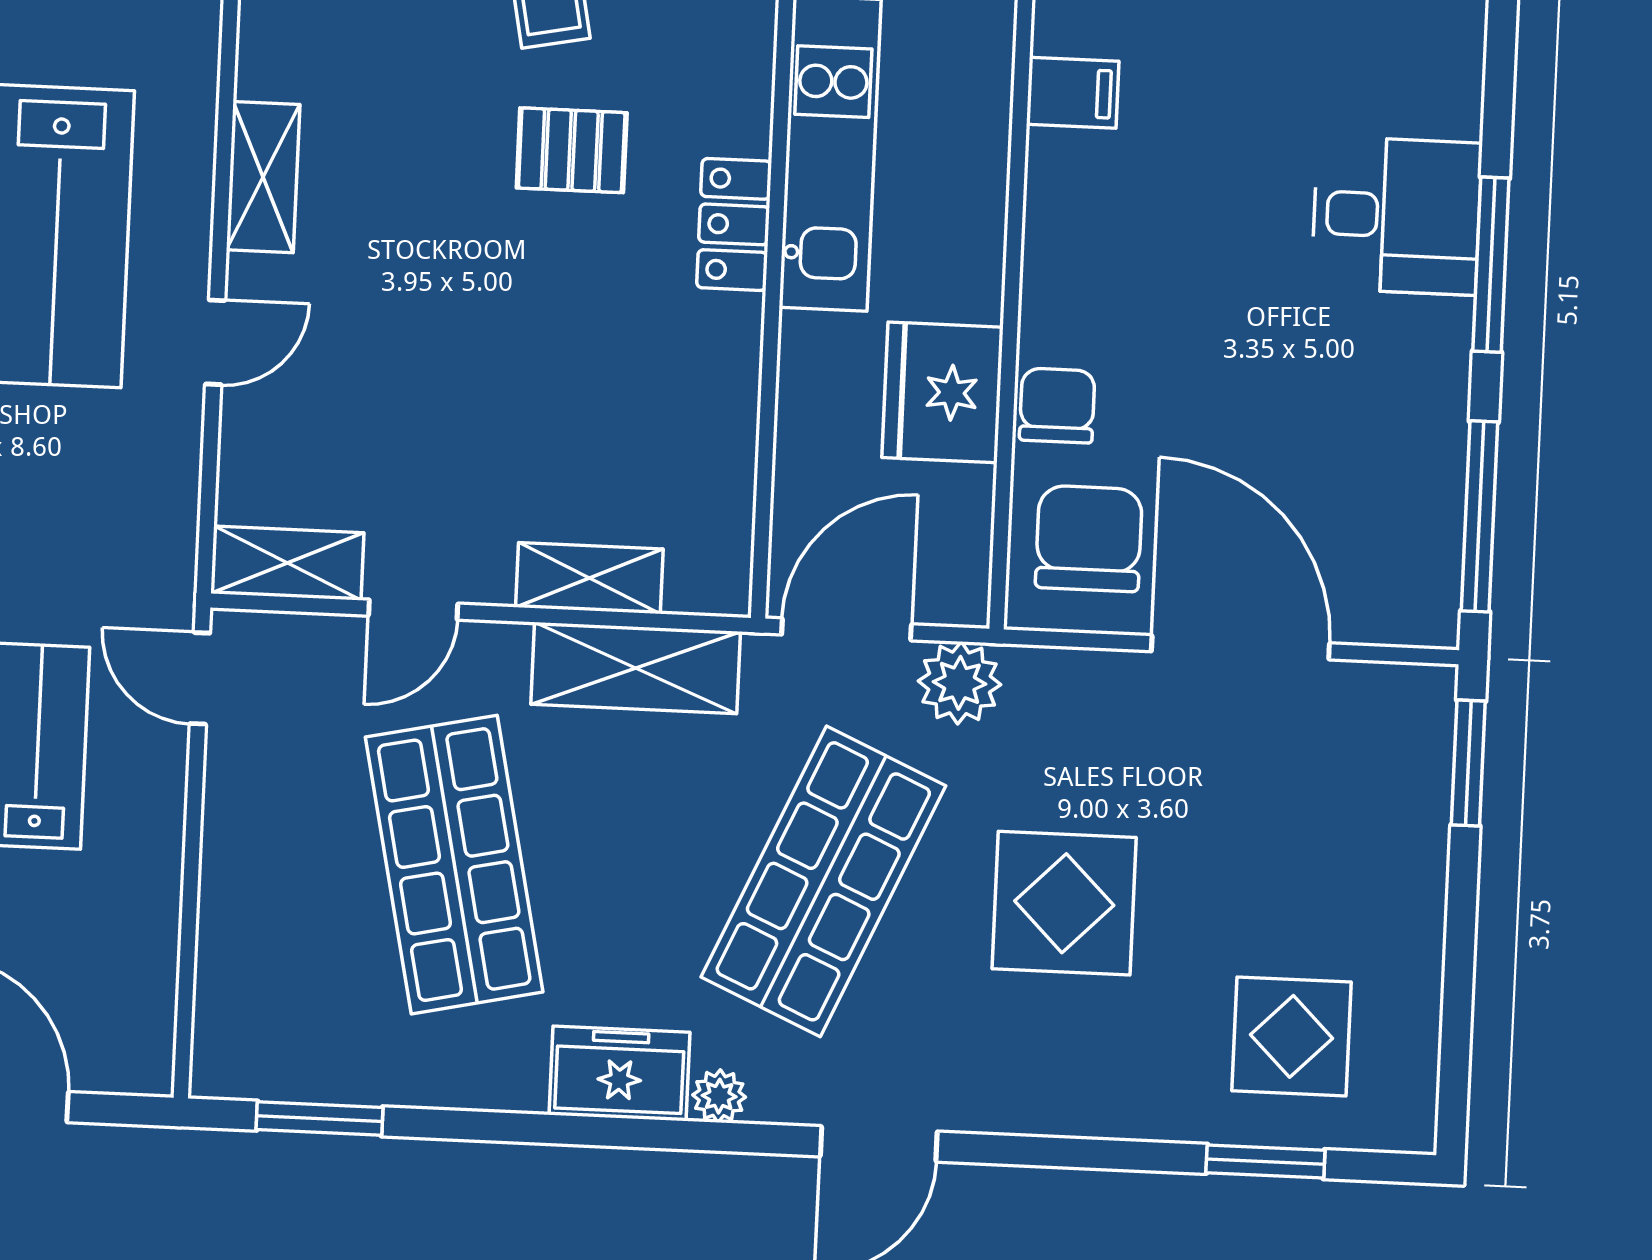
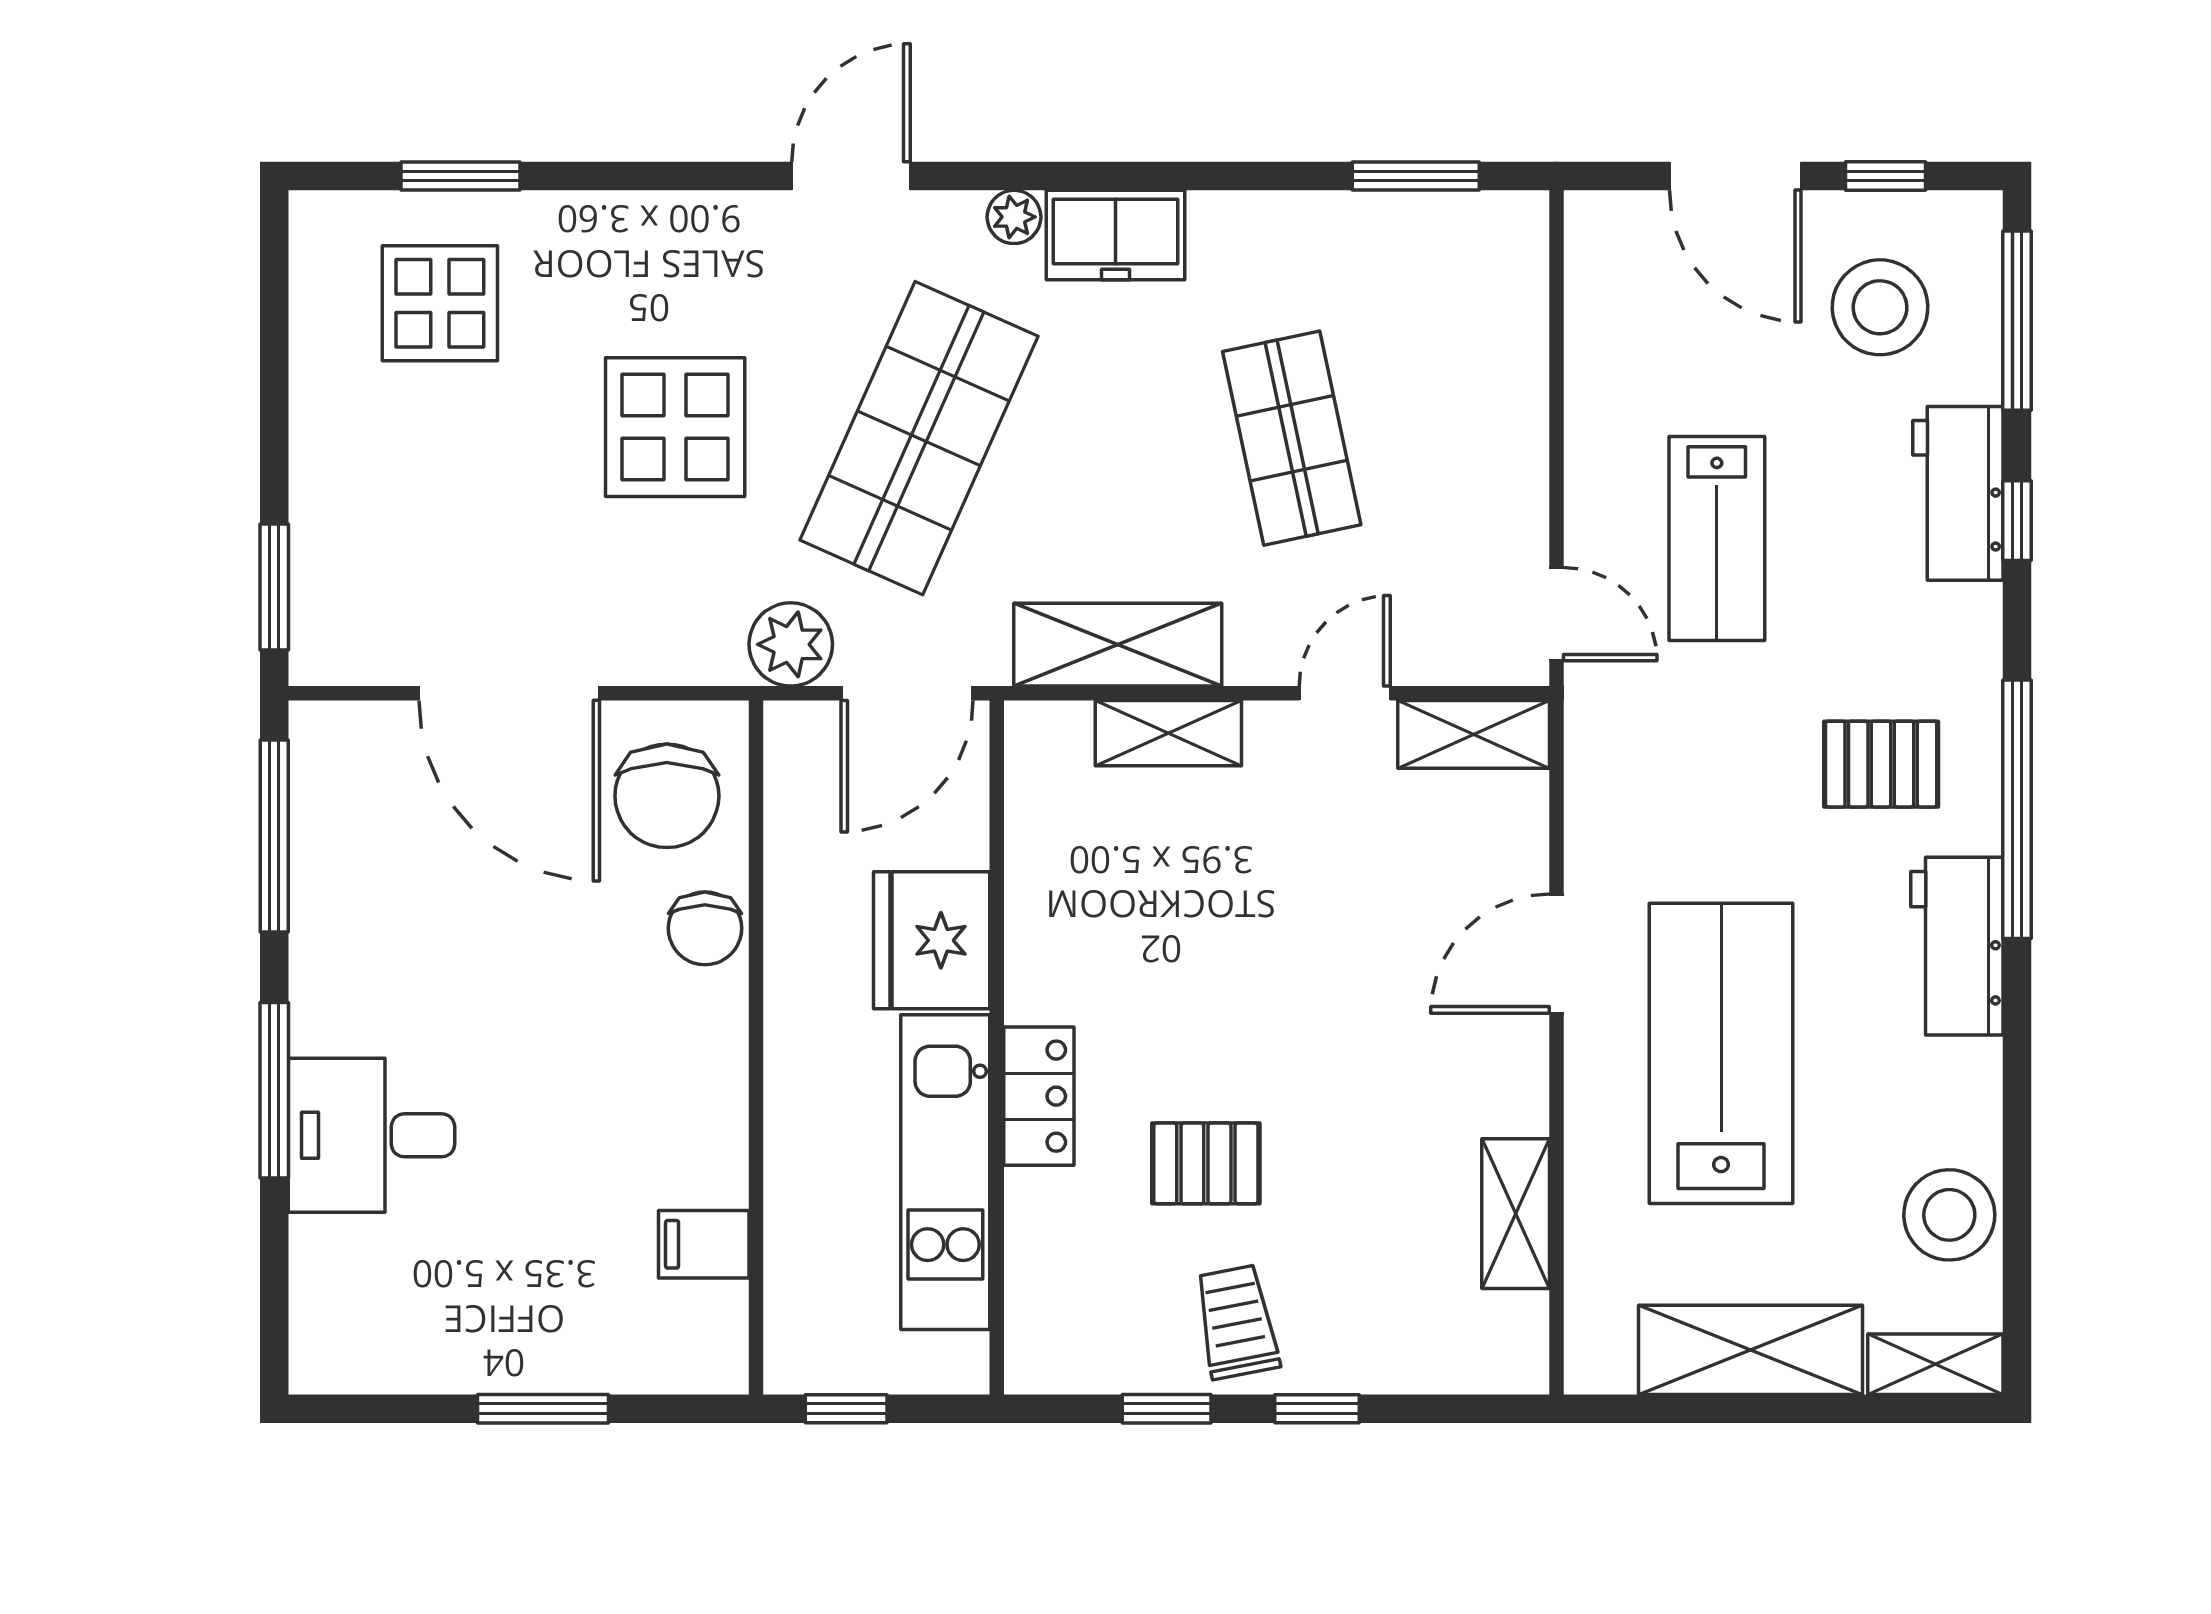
shelving: (263, 177) -> (1516, 1214), moved
door: (215, 342) -> (1556, 954), width x1.38
fridge: (942, 392) -> (932, 940), moved, turned 180
shop shelf: (454, 865) -> (1292, 438), width x0.70, depth x0.74

